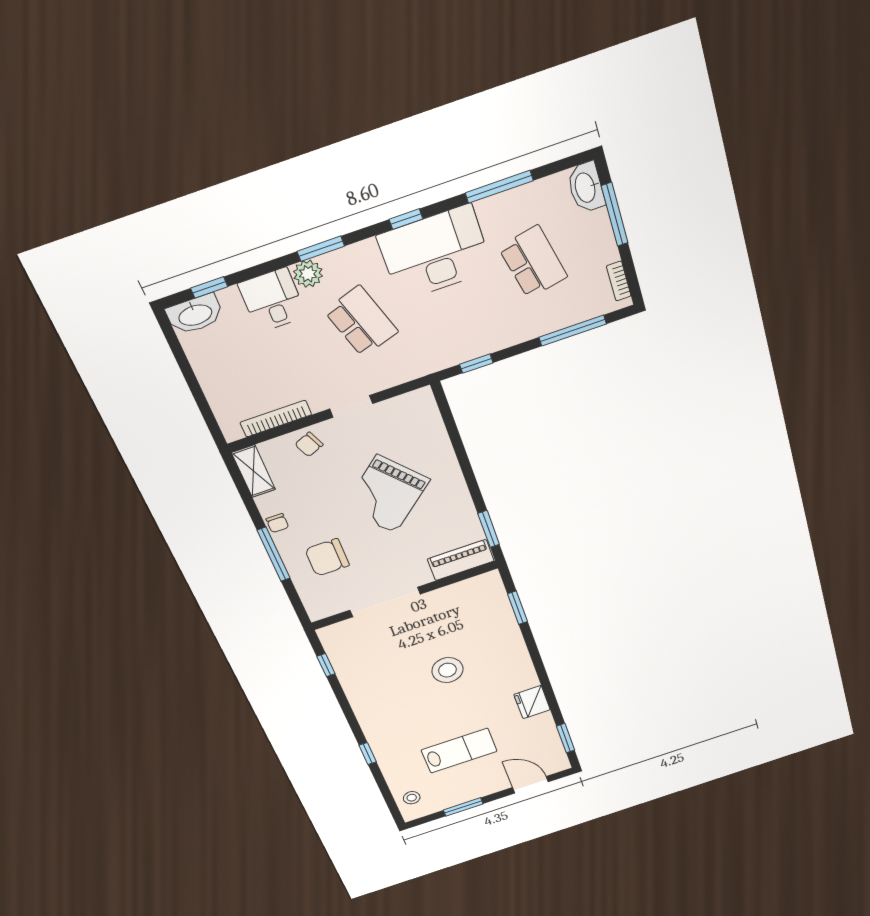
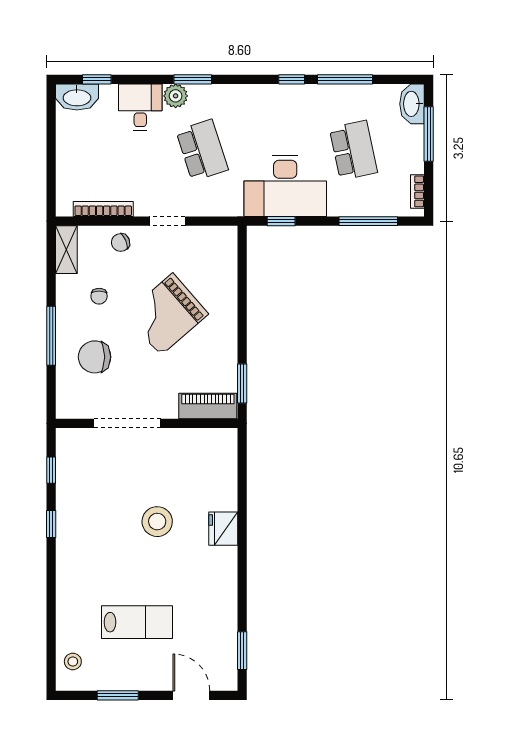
window: (406, 219) -> (292, 79), moved
desk: (435, 253) -> (285, 186), moved, turned 180
chair: (277, 523) -> (99, 296), moved
window: (518, 608) -> (242, 478), removed
fridge: (532, 702) -> (223, 529), moved
window: (368, 753) -> (51, 524), moved

